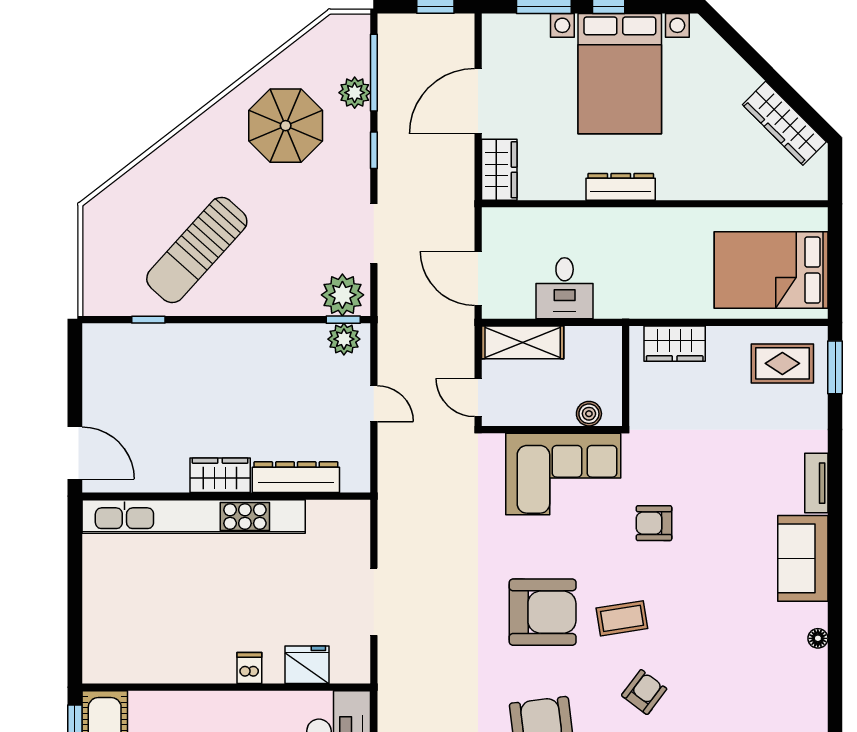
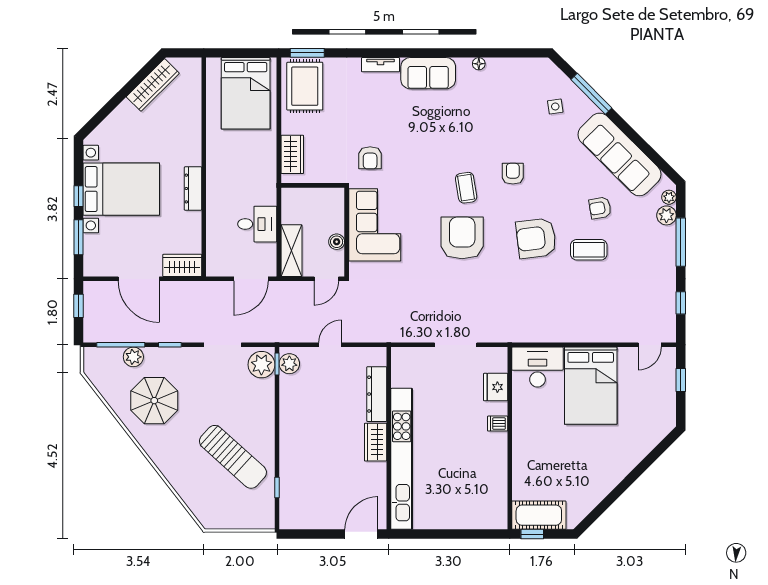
rug: (782, 363) -> (305, 86), width x1.36, depth x1.43
boiler: (589, 414) -> (337, 242), moved
armchair: (654, 523) -> (370, 158), moved
armchair: (644, 692) -> (513, 174), turned 53

